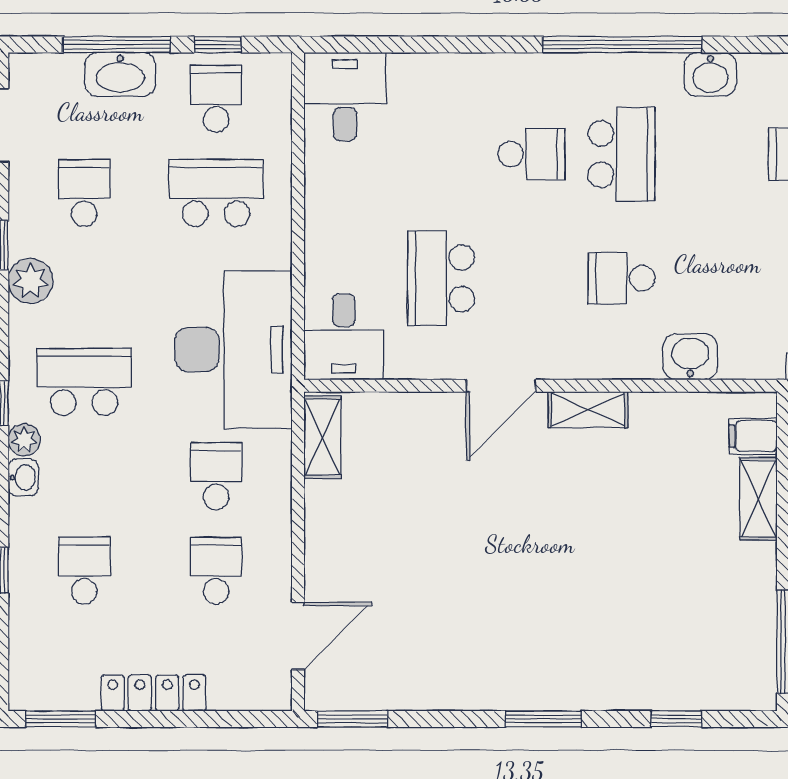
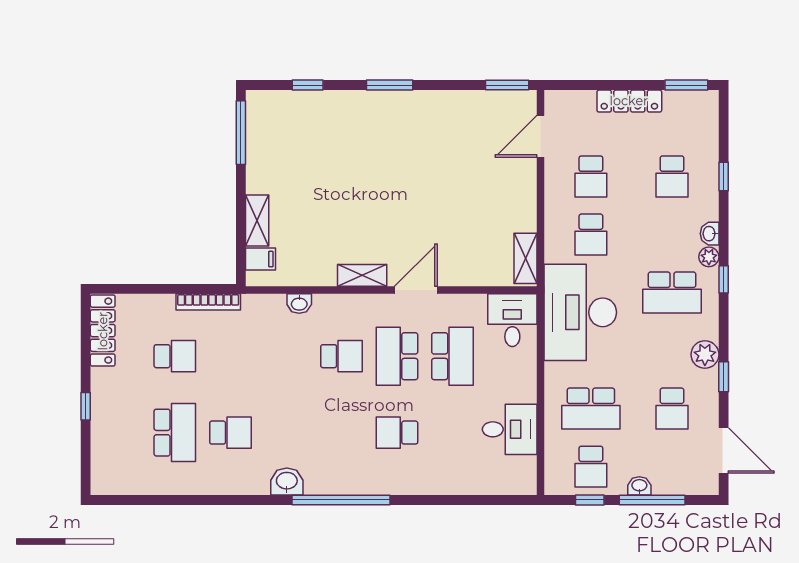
washbasin: (120, 74) -> (639, 486), width x0.52, depth x0.69
desk: (345, 97) -> (510, 429), moved, turned -90
school desk: (622, 154) -> (397, 356), moved
washbasin: (690, 357) -> (299, 304), width x0.72, depth x0.69

